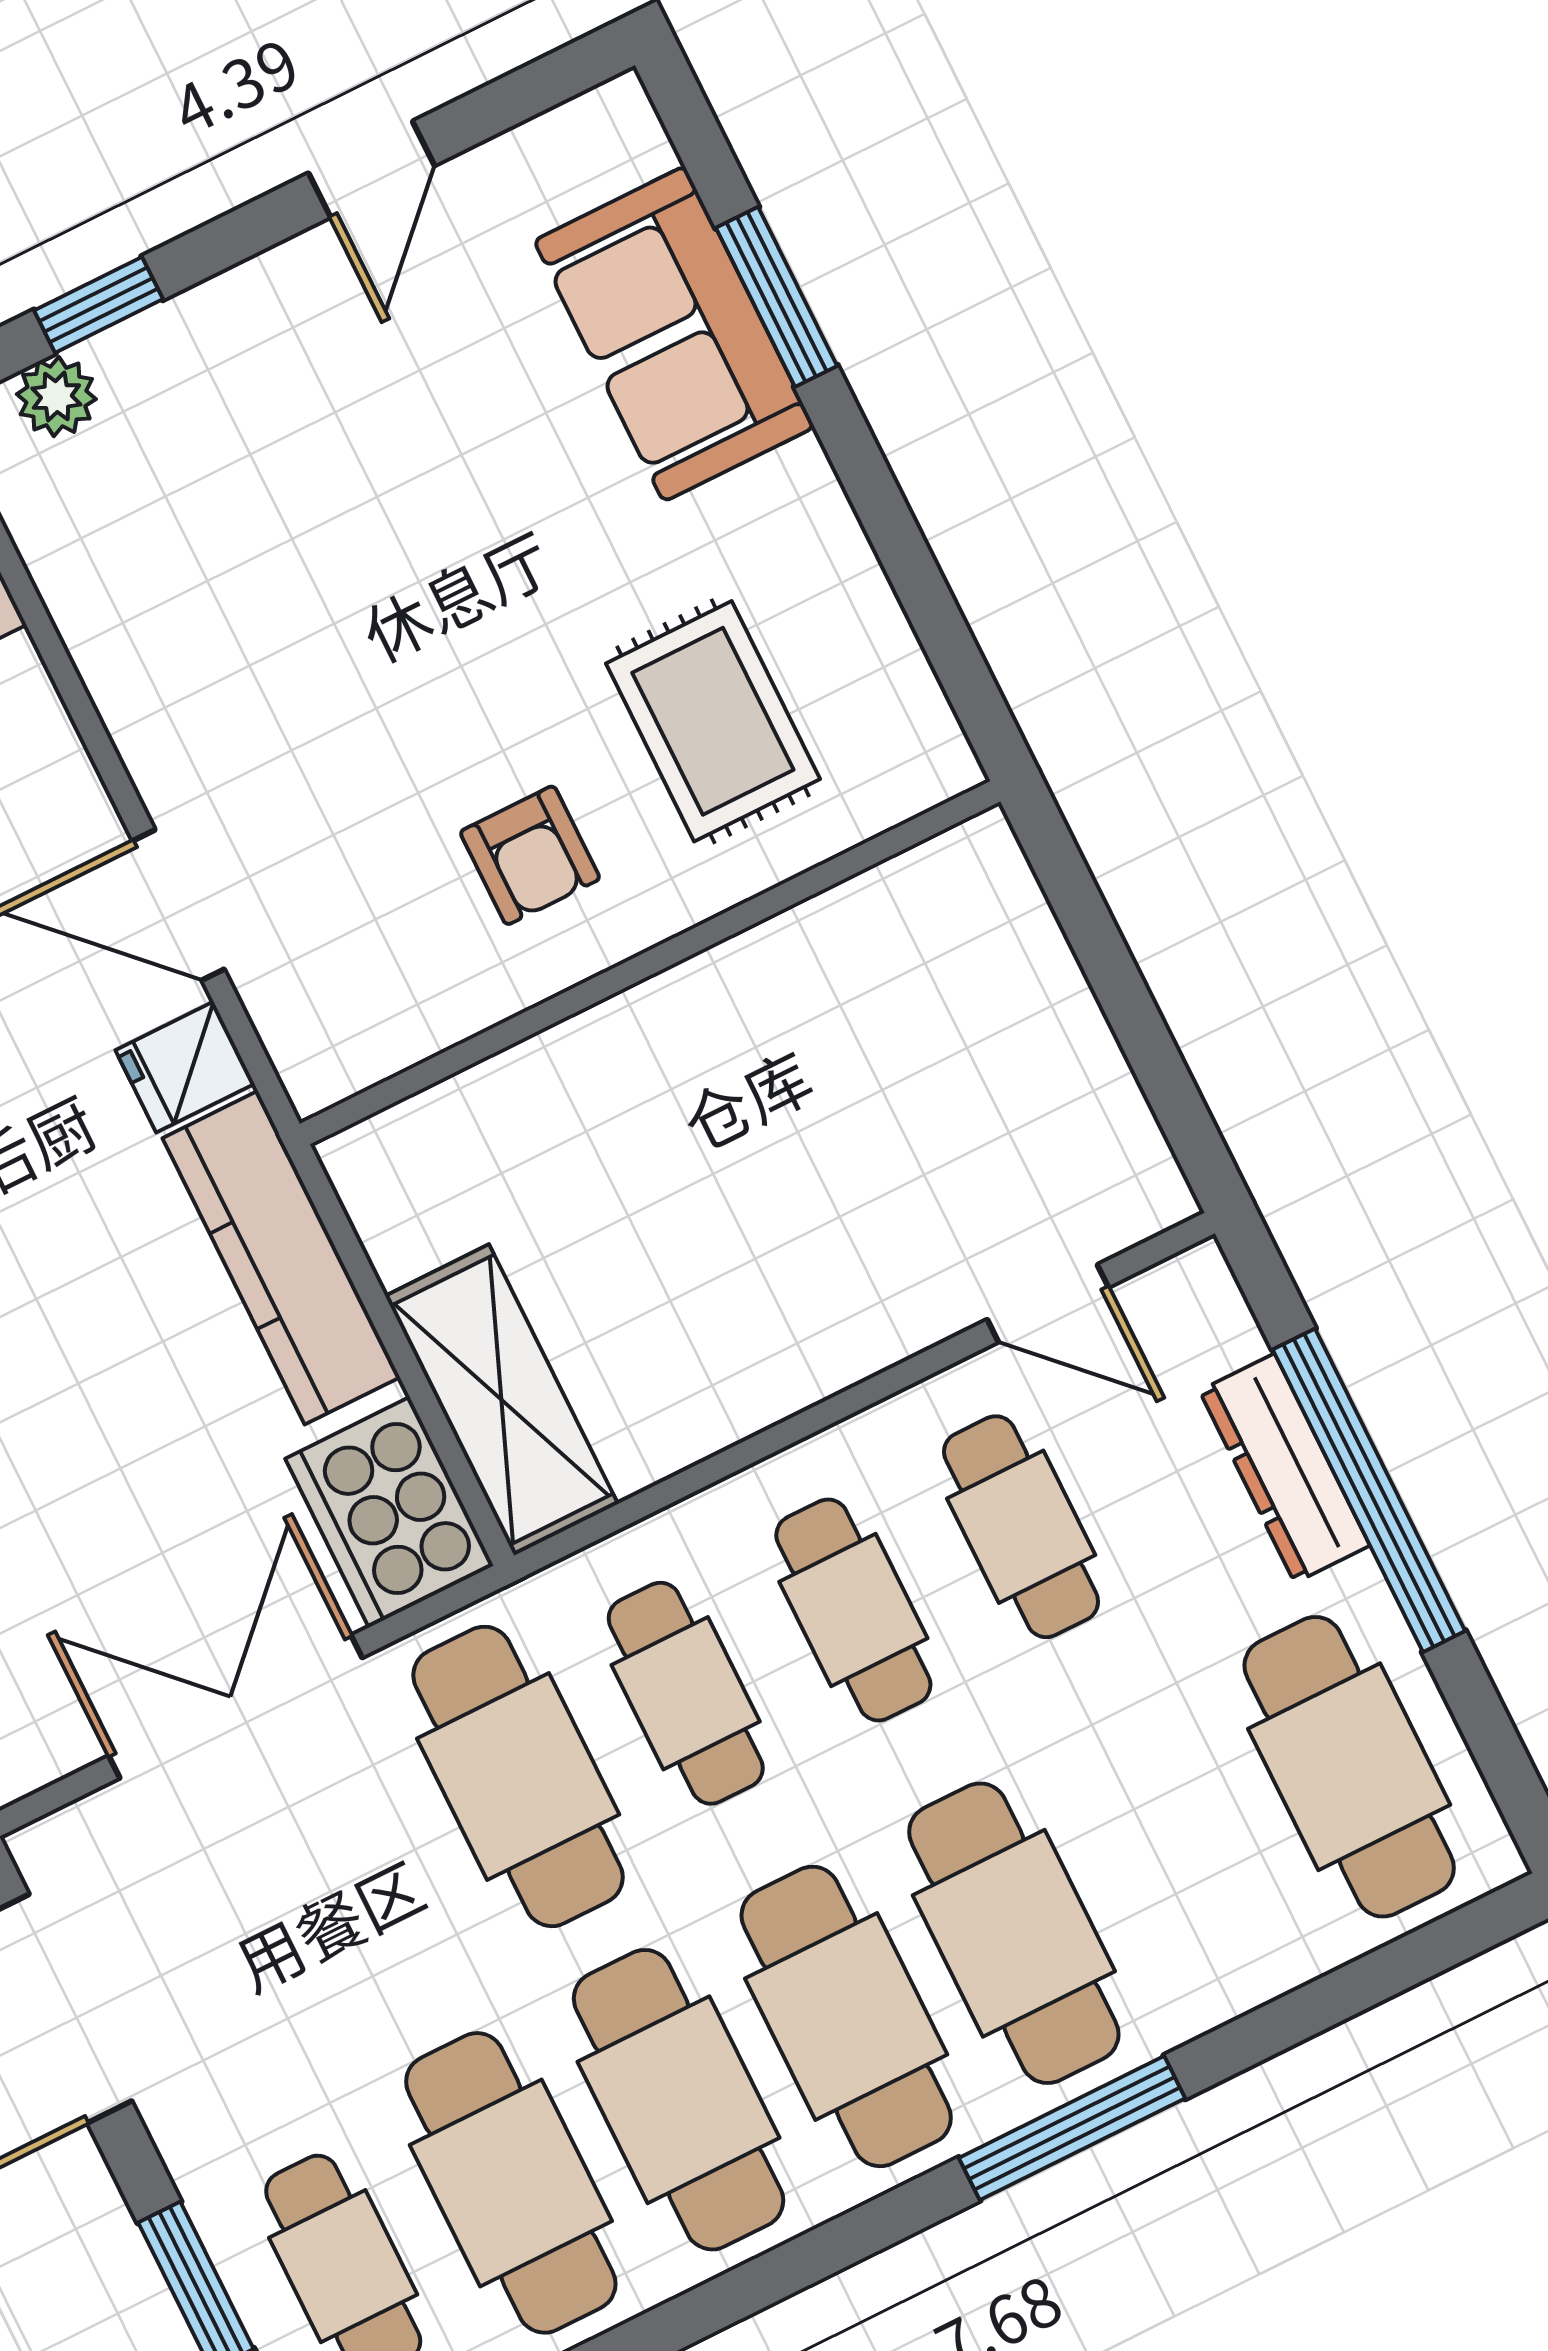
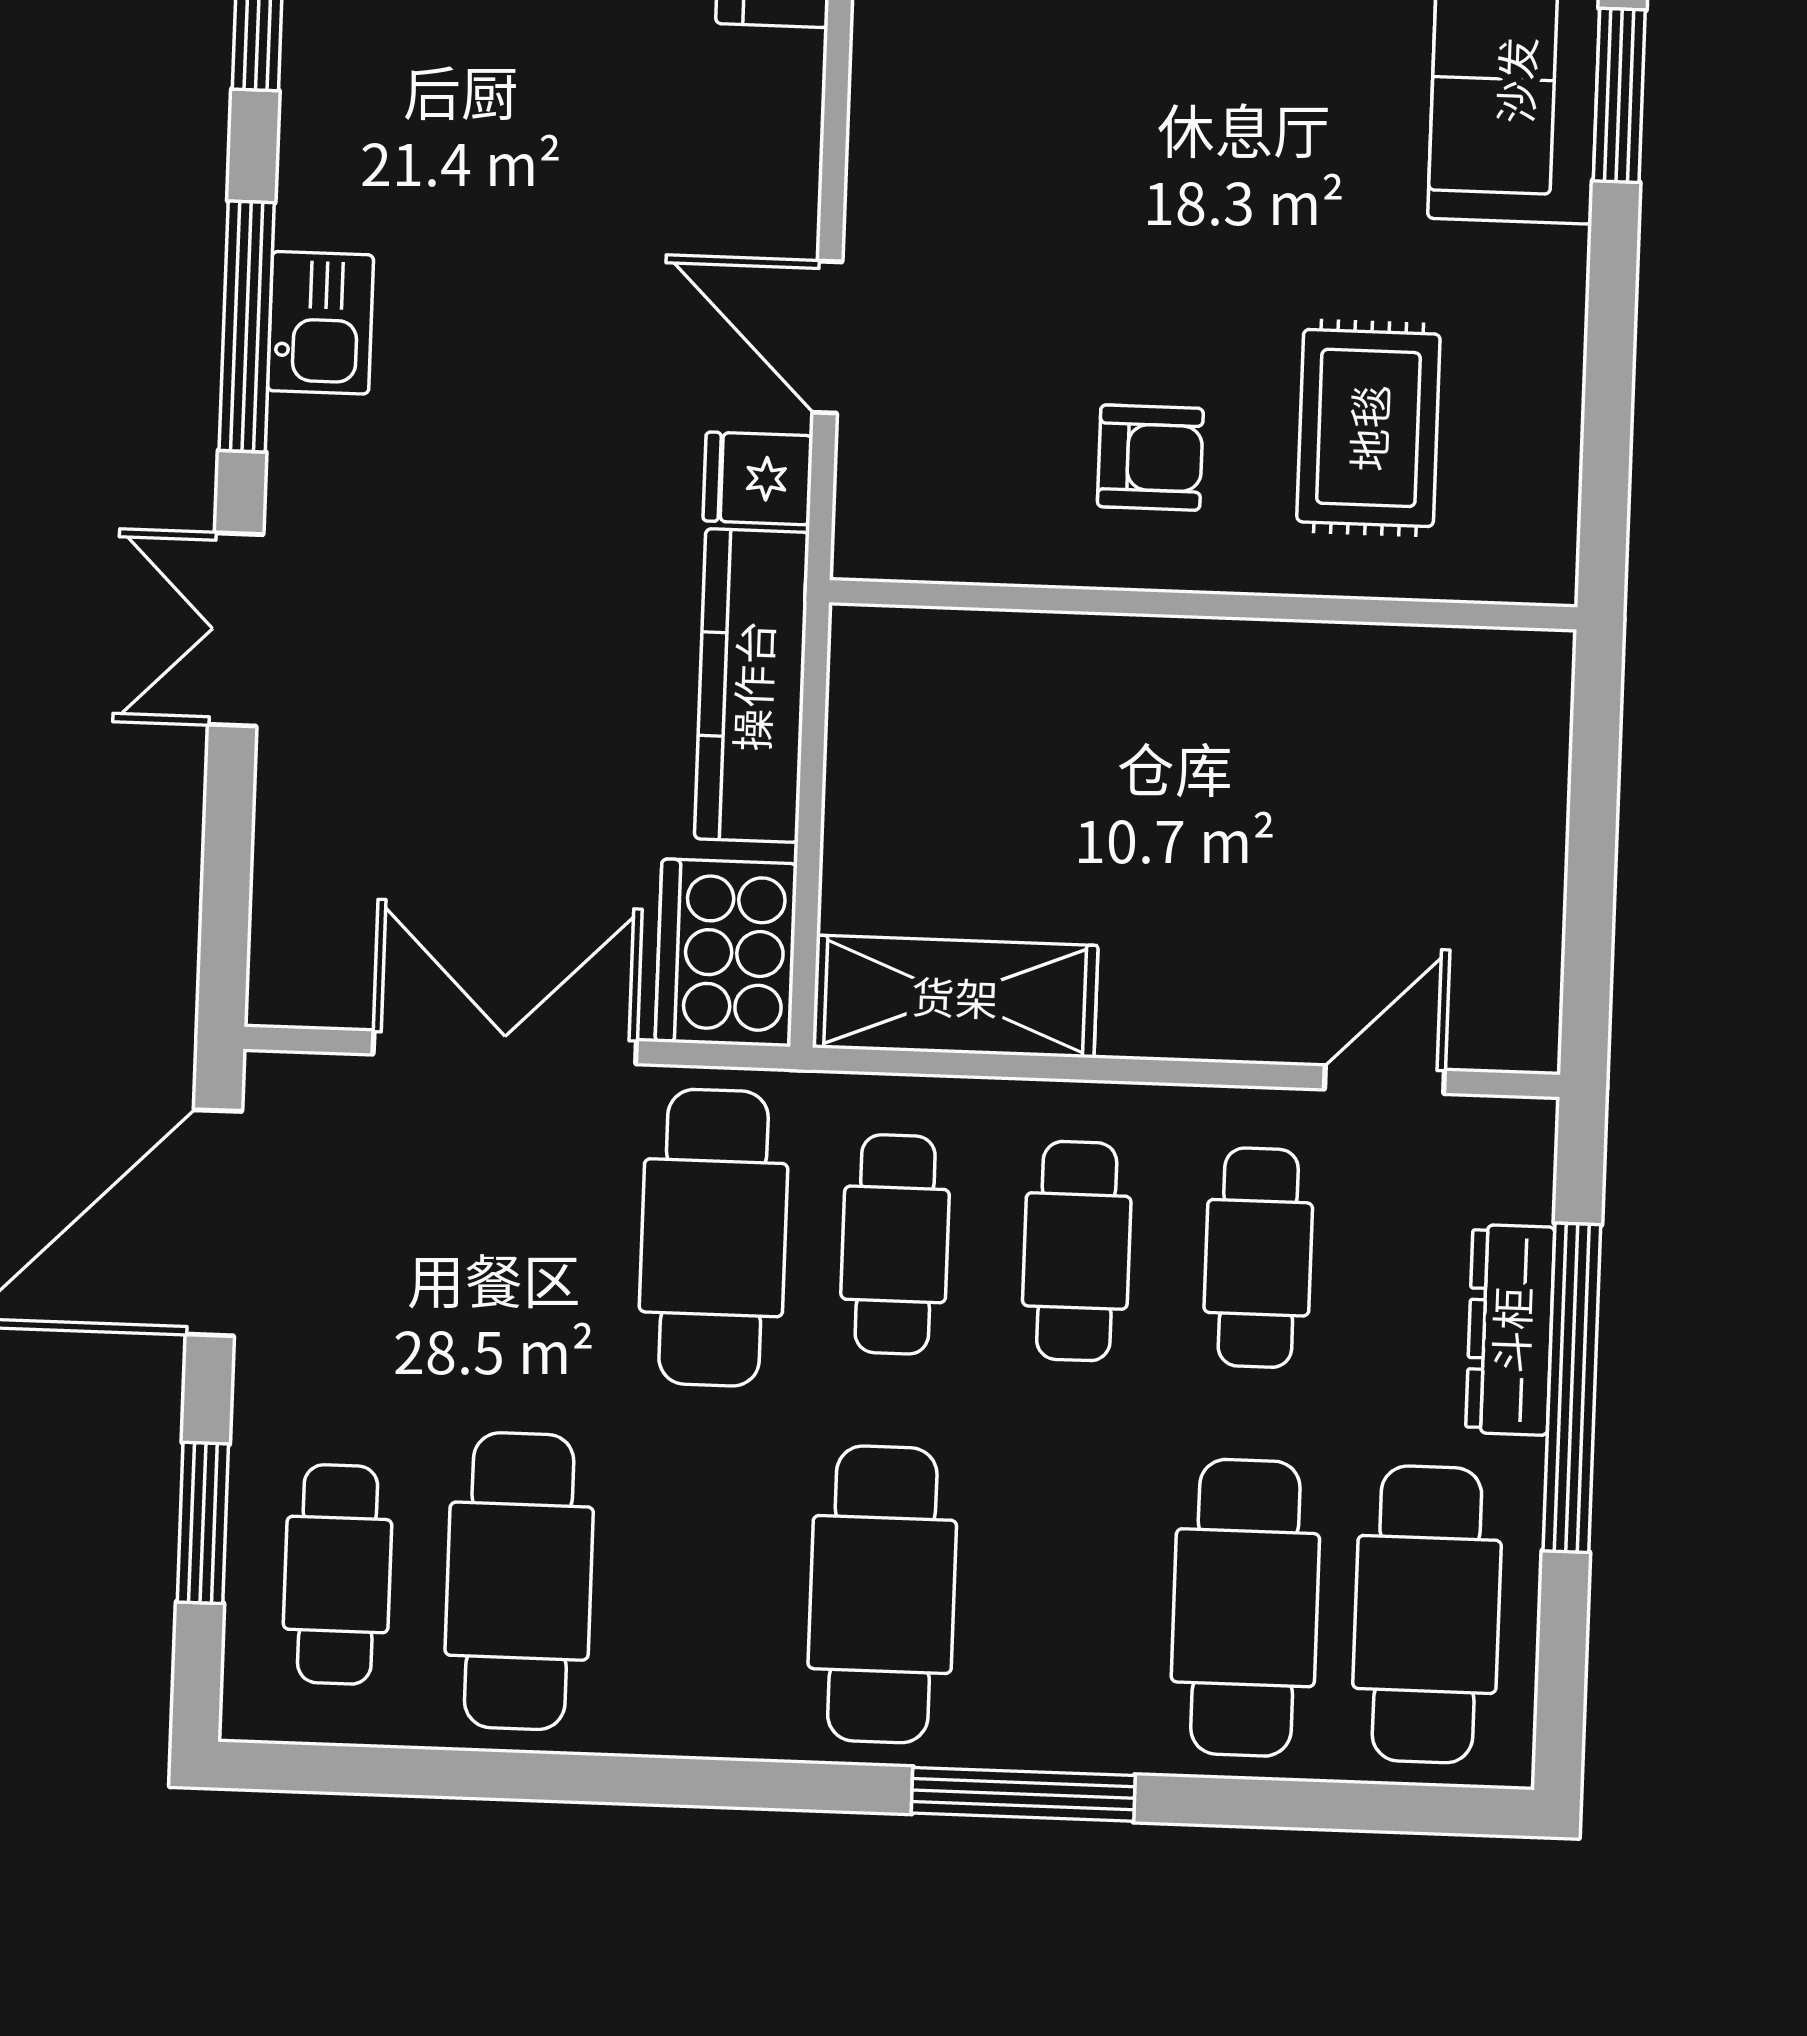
armchair: (530, 855) -> (1150, 458), turned -90
door: (1048, 1303) -> (1385, 1080), swing flipped
shelving: (502, 1400) -> (955, 996), moved, turned 90
cafe table: (1014, 1933) -> (1245, 1608), moved
cafe table: (679, 2100) -> (701, 1588), removed

